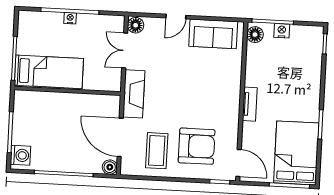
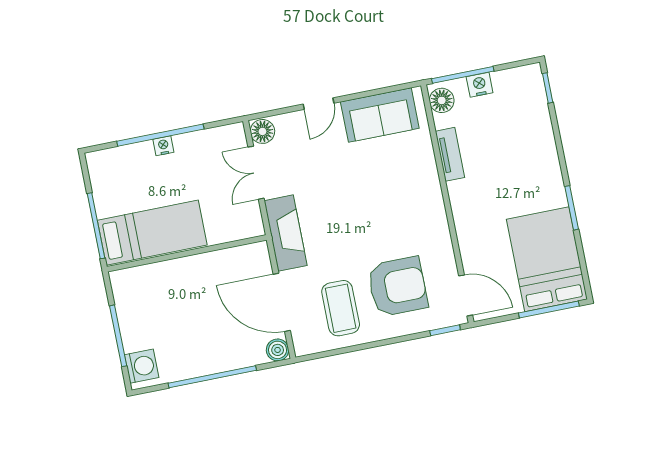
tv unit: (250, 104) -> (450, 154), moved

